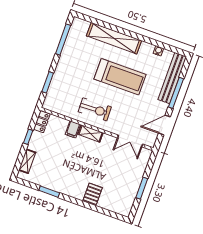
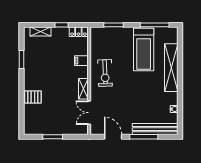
treadmill: (120, 77) -> (144, 50), moved
shelving: (91, 133) -> (83, 89), moved

